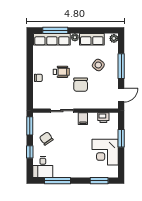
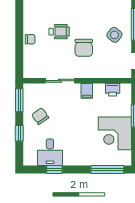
side table: (98, 65) -> (114, 35), moved
desk: (43, 167) -> (50, 152), moved
window: (57, 181) -> (54, 170), width x0.46
window: (99, 181) -> (107, 170), width x1.44

